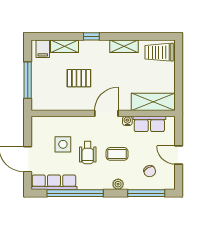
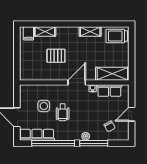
window: (91, 36) -> (65, 24), removed
window: (28, 80) -> (17, 57), removed
coffee table: (117, 154) -> (85, 113), removed
door: (179, 155) -> (132, 114), hinge flipped
window: (146, 193) -> (94, 143), moved

